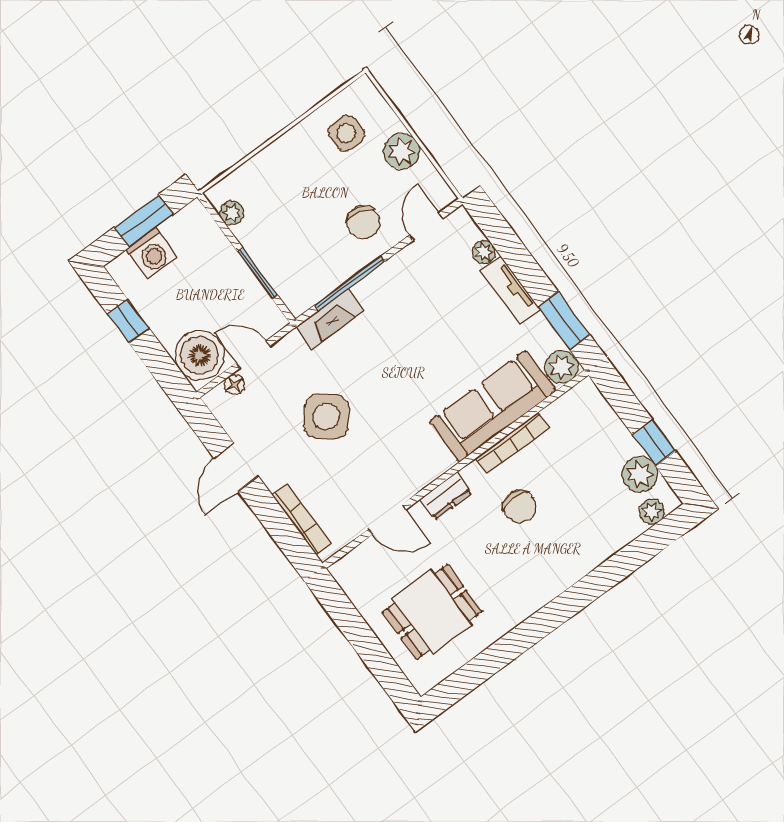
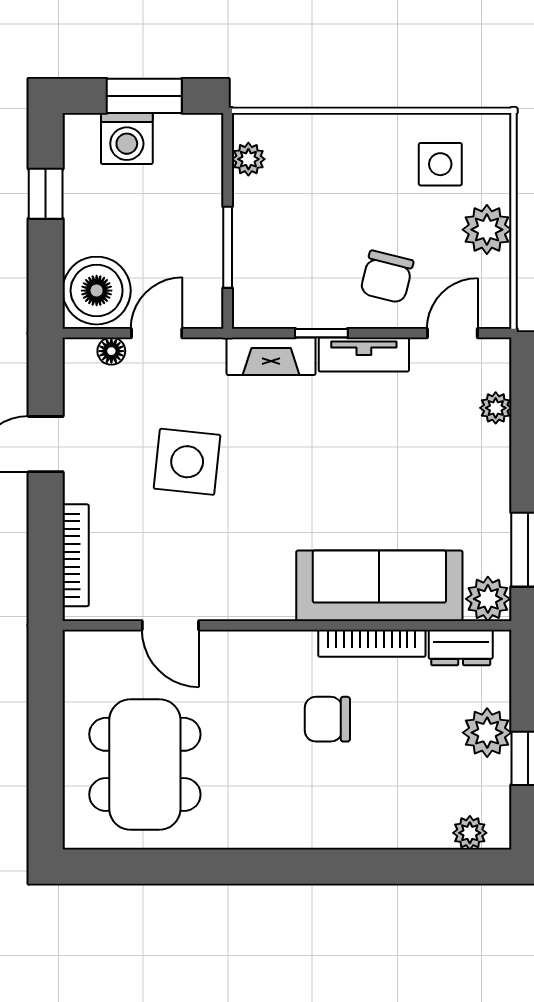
window: (349, 283) -> (321, 333), width x0.46
tv unit: (511, 290) -> (364, 354), moved, turned -90
door: (253, 354) -> (157, 333), hinge flipped
side table: (326, 417) -> (187, 462), turned -34
plant: (640, 474) -> (487, 733), moved
dresser: (446, 496) -> (461, 647), moved
chair: (520, 507) -> (327, 719), turned 90
dining table: (432, 612) -> (145, 764), width x1.37

